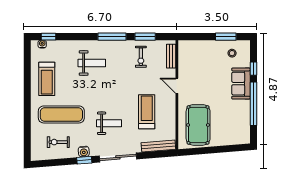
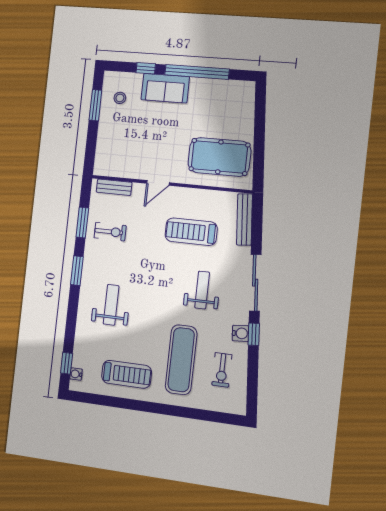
window: (112, 37) -> (77, 271), width x0.69

